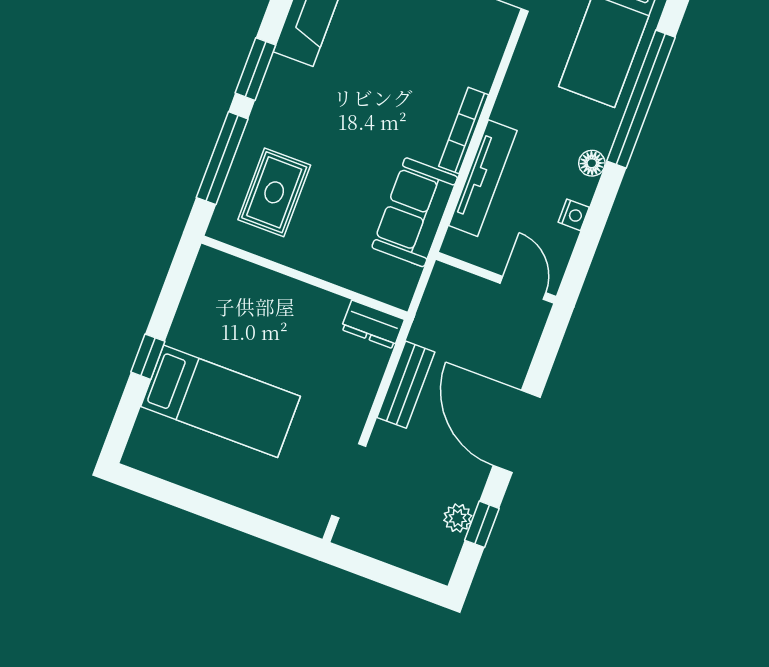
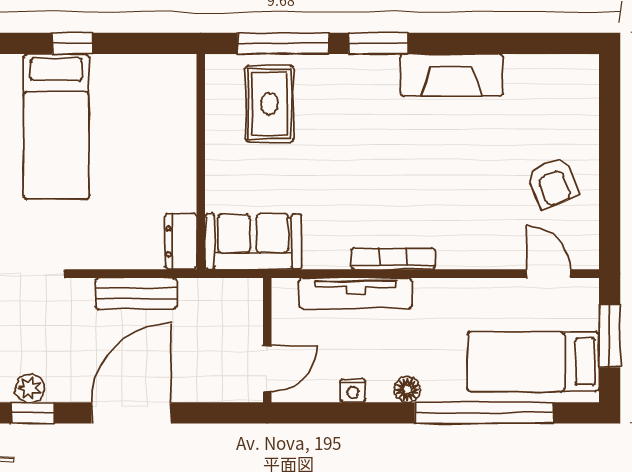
rug: (274, 192) -> (270, 104), turned 90
sofa: (415, 212) -> (253, 242), moved

